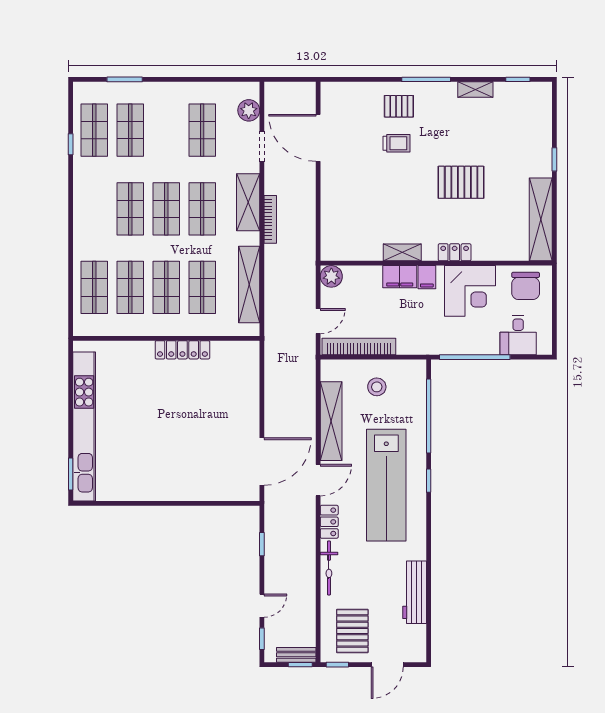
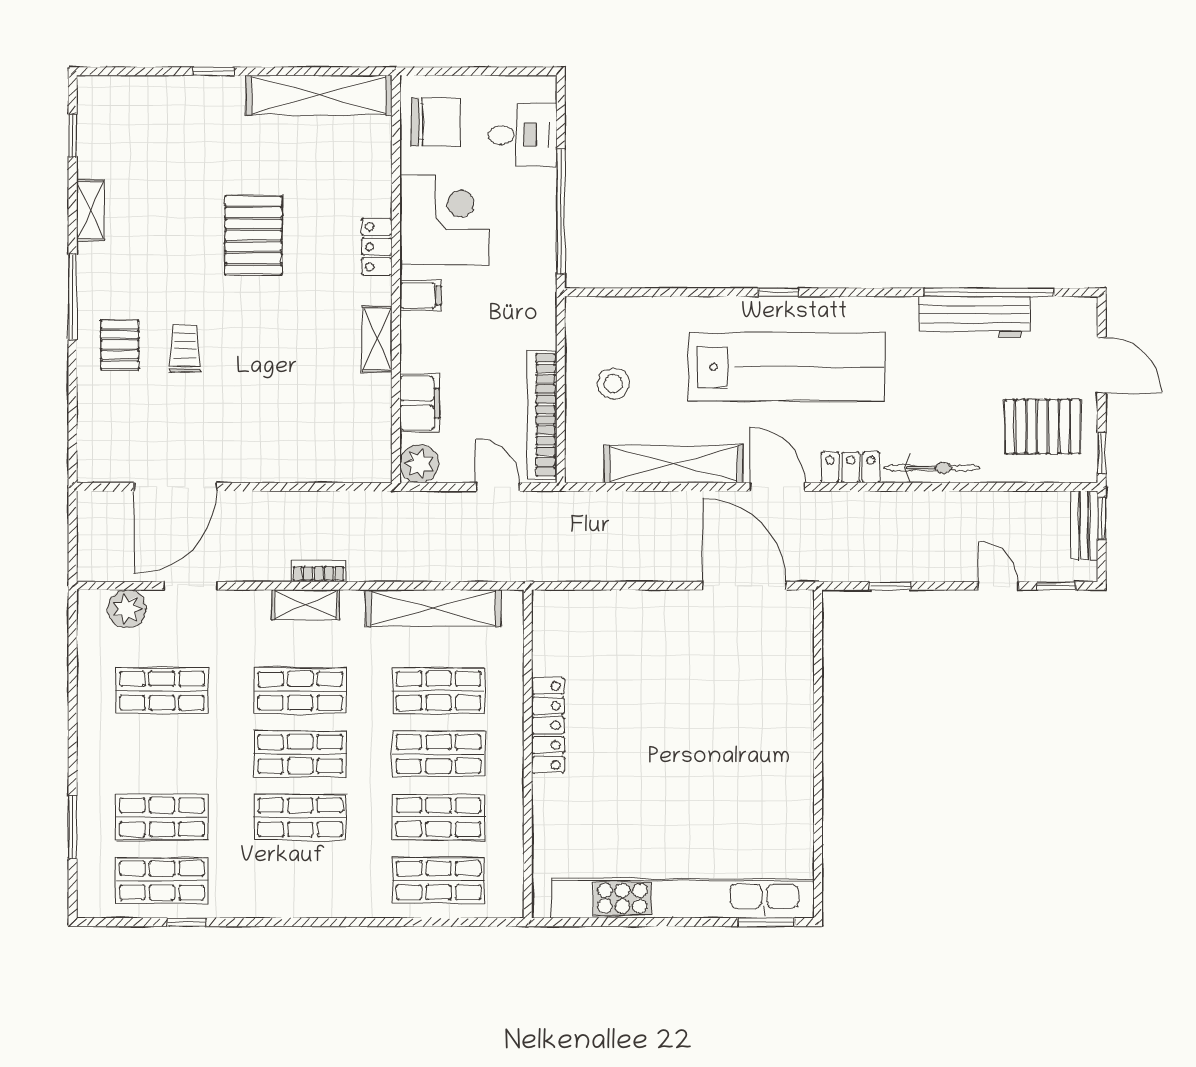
shelving: (248, 202) -> (305, 605), width x0.67, depth x0.75
bookcase: (270, 219) -> (319, 571), width x0.64
filing cabinet: (400, 277) -> (419, 403), moved
window: (429, 416) -> (989, 292), moved

